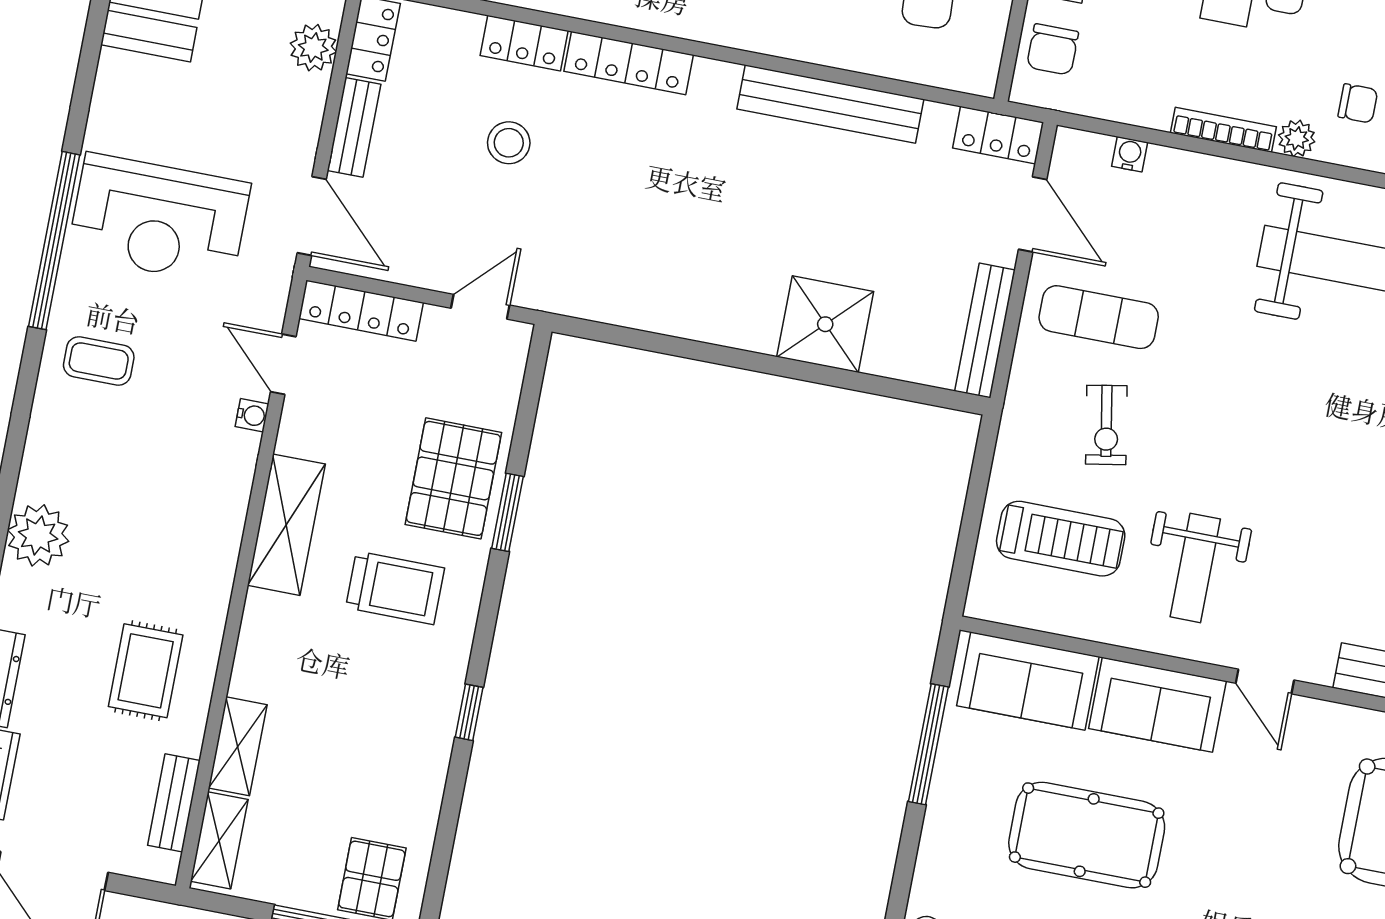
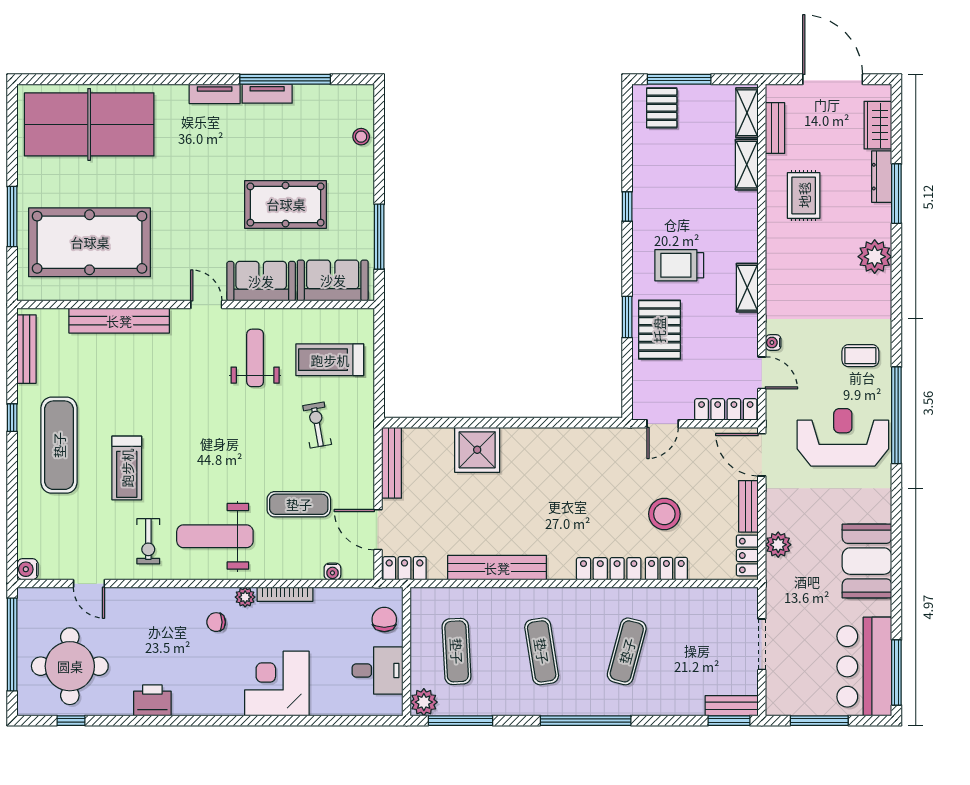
stool: (509, 143) -> (664, 514), width x1.38, depth x1.38
exercise mat: (1099, 317) -> (299, 504), moved
shelving: (286, 525) -> (747, 288), width x0.67, depth x0.75

